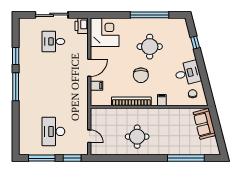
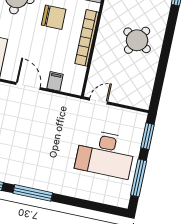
desk: (53, 131) -> (105, 154), width x1.36, depth x1.30
door: (89, 136) -> (98, 101), moved
round table: (137, 137) -> (137, 40), turned 31

